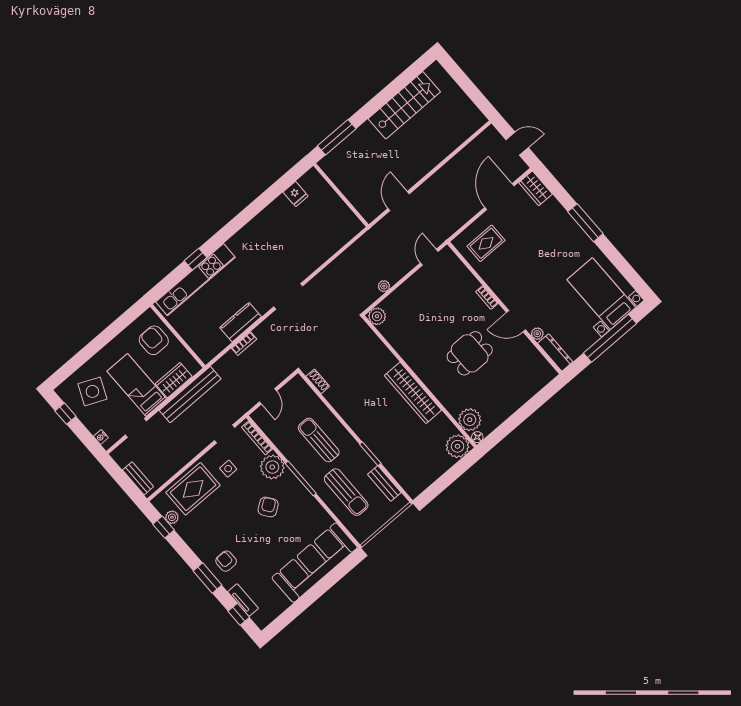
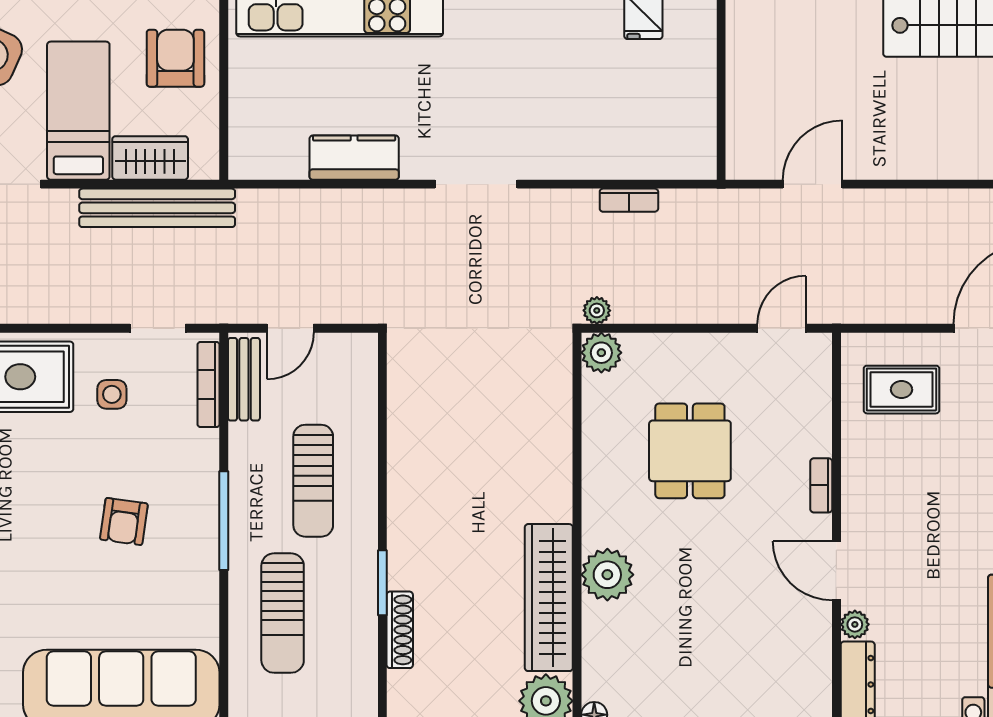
plant: (384, 286) -> (597, 310), moved
bookcase: (244, 344) -> (629, 200), moved
dining table: (470, 353) -> (690, 451), moved, turned 90
shoe rack: (318, 381) -> (400, 630), moved, width x1.43
wardrobe: (413, 393) -> (549, 598), moved
plant: (470, 420) -> (607, 575), moved
sun lounger: (319, 440) -> (313, 481), turned 180
plant: (272, 467) -> (191, 458), removed
bench: (384, 483) -> (244, 379), moved
armchair: (268, 507) -> (124, 522), turned 133

